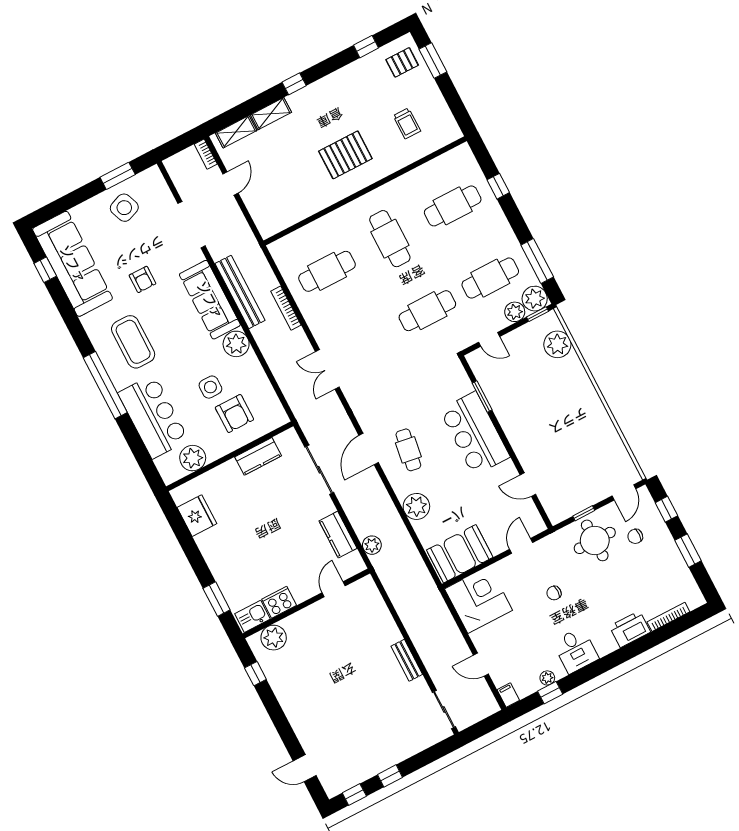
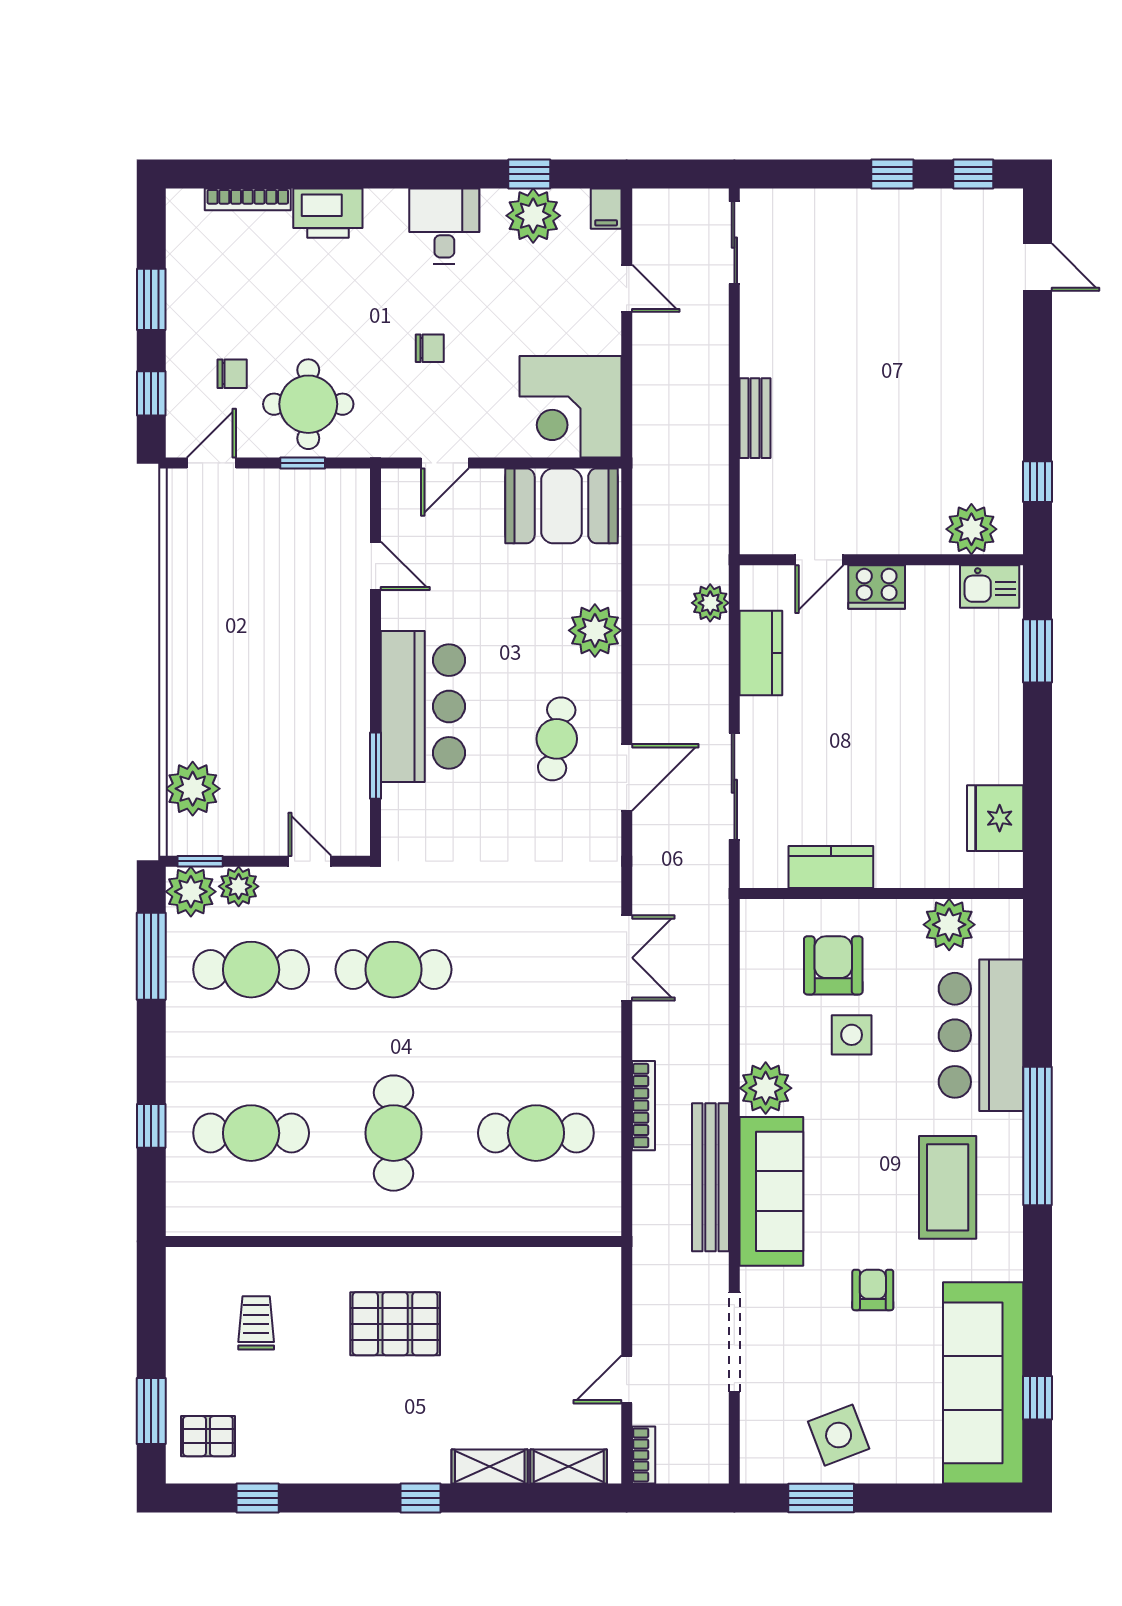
cooker: (279, 602) -> (877, 587), moved
bench: (407, 660) -> (755, 418), moved
plant: (547, 678) -> (533, 216), width x1.88, depth x1.88

